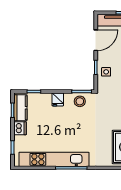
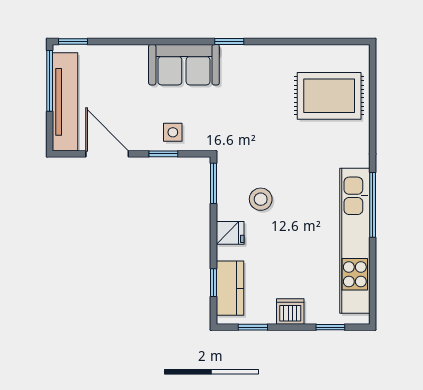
stool: (80, 101) -> (261, 199), moved
kitchen counter: (20, 108) -> (230, 288), moved, turned 90

